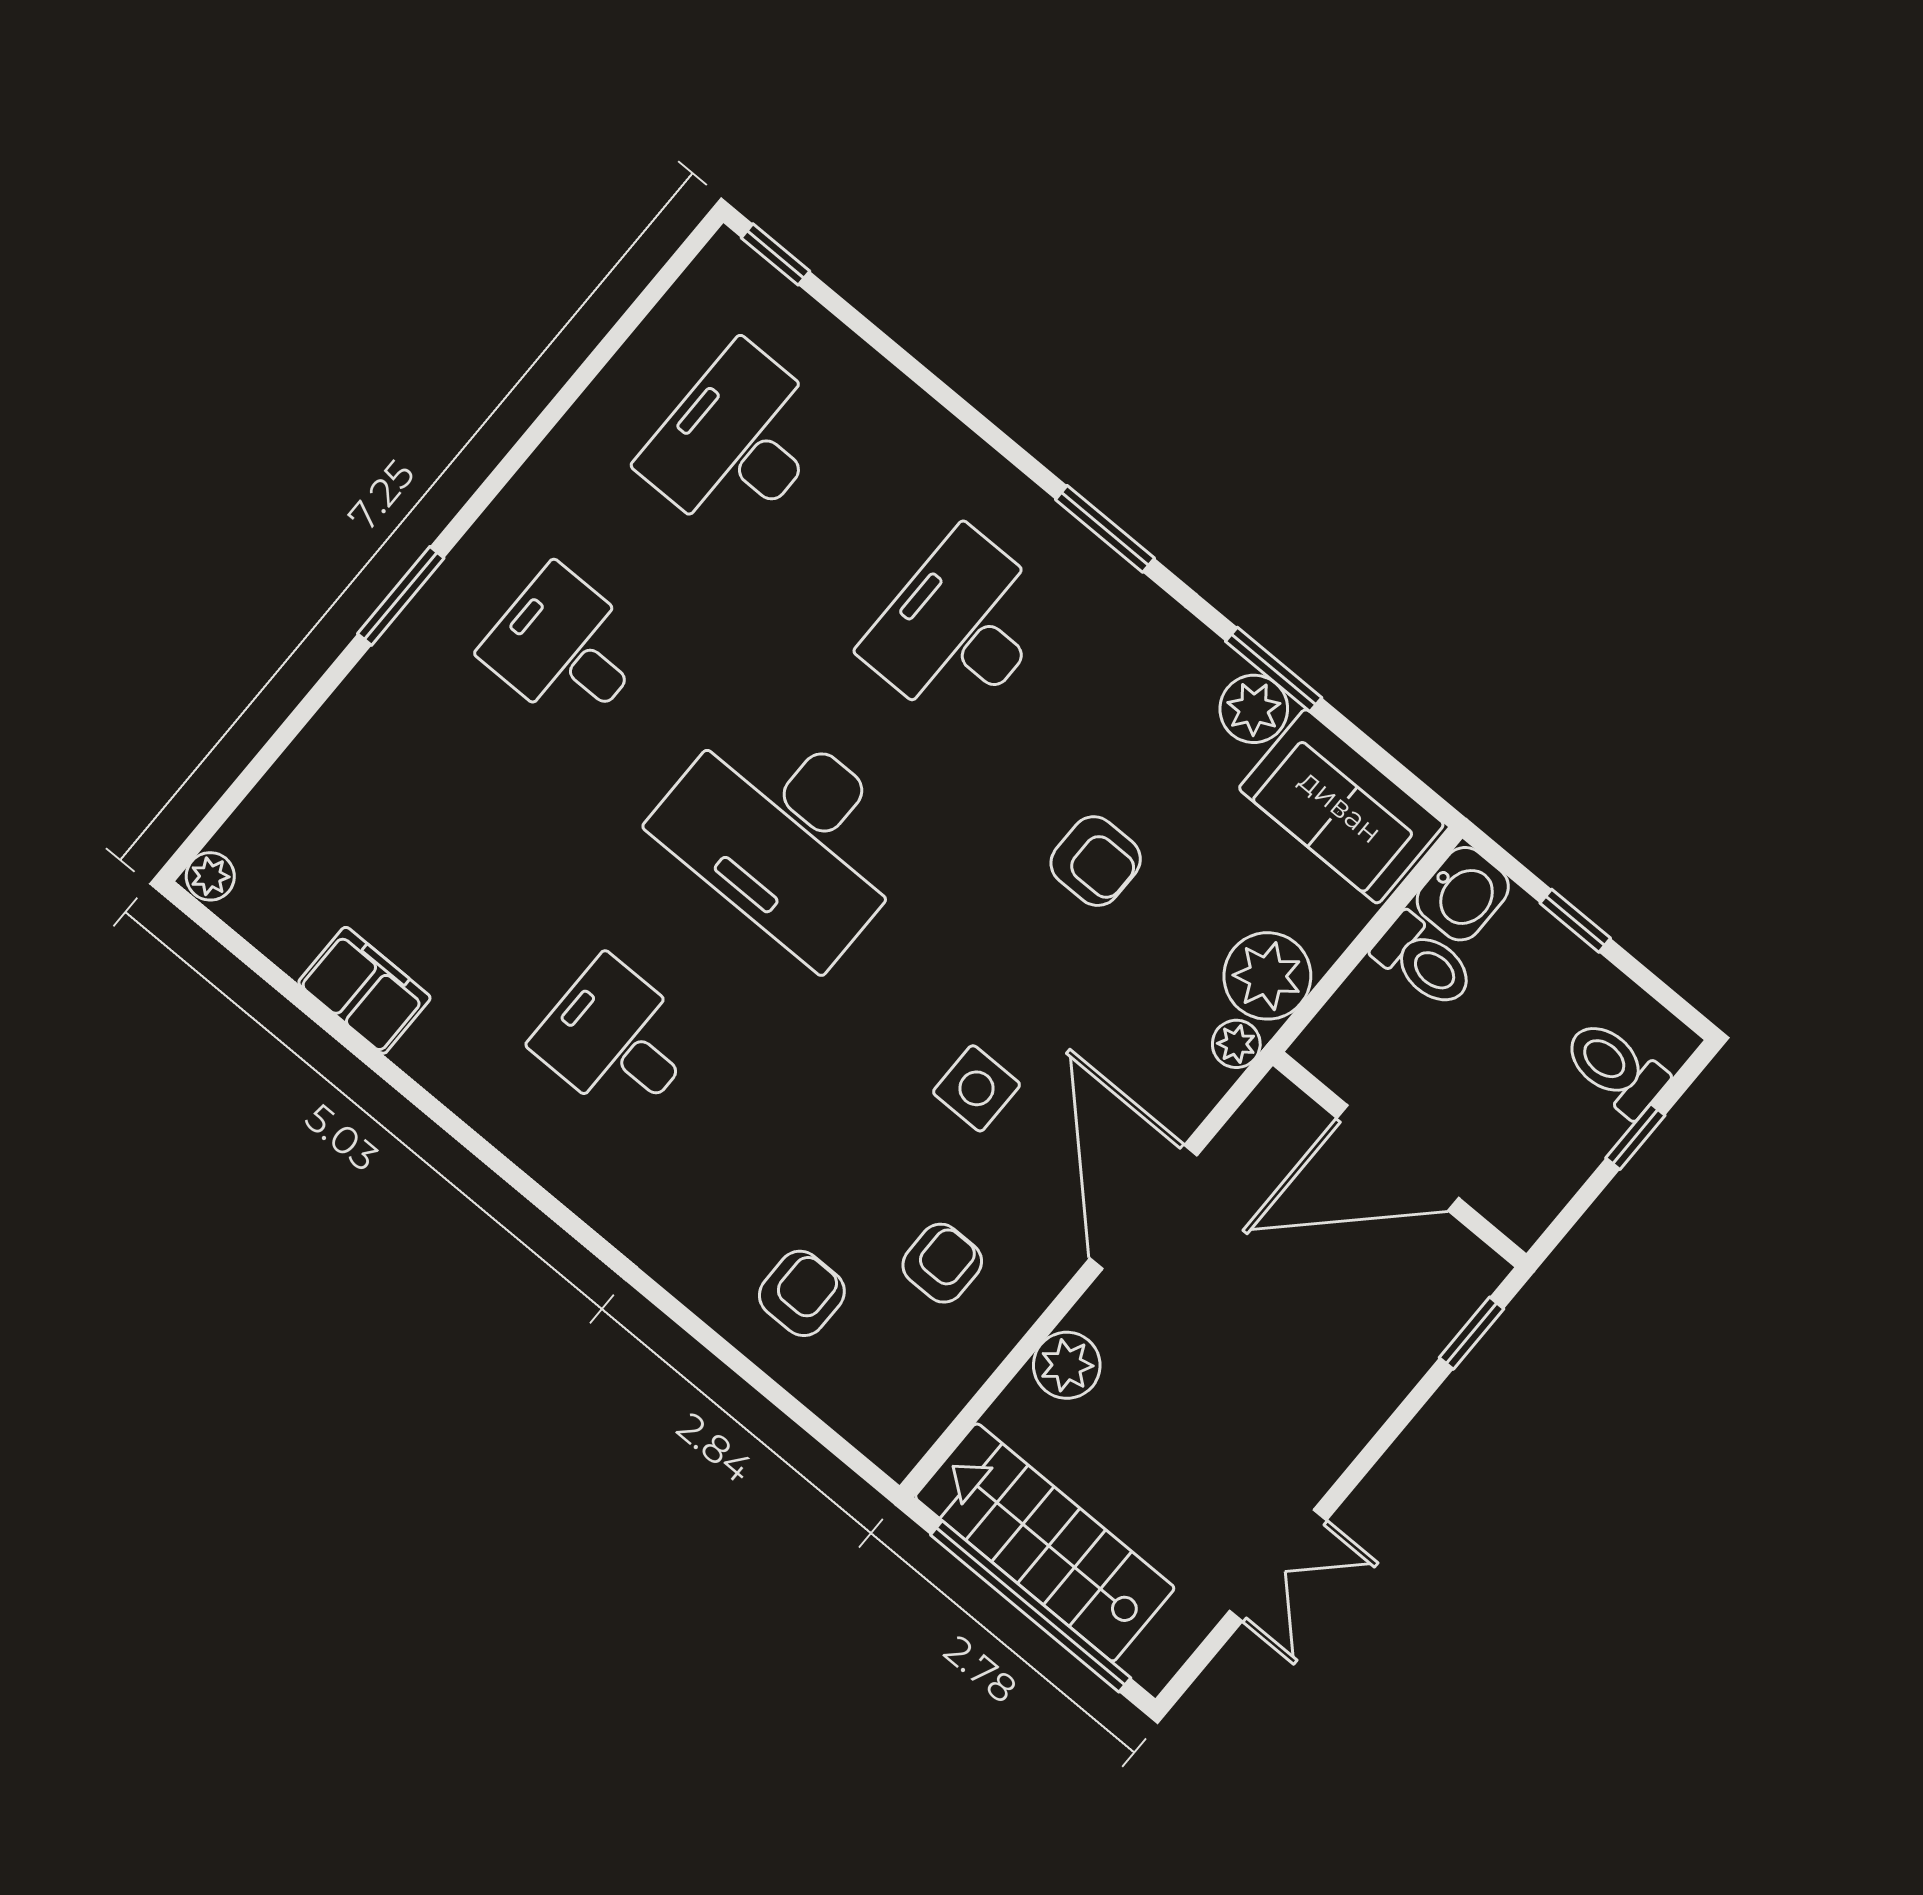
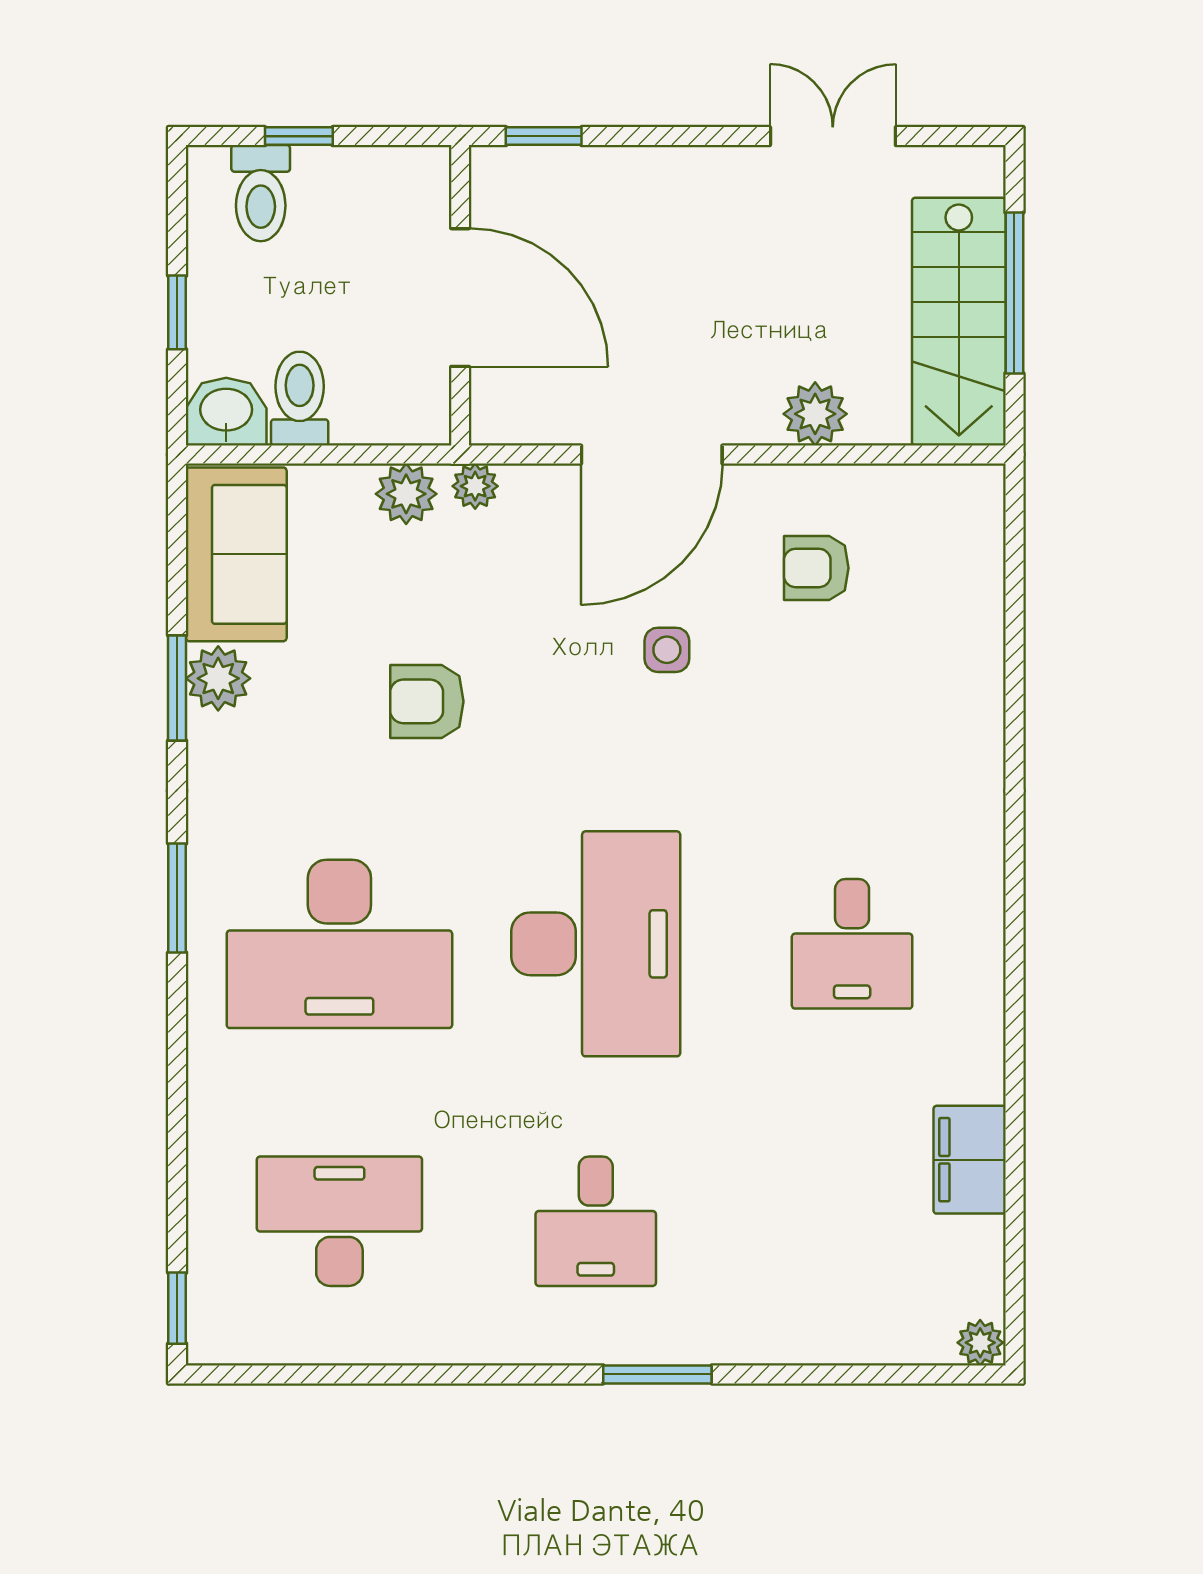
desk: (737, 443) -> (339, 1221), turned 180
desk: (959, 629) -> (339, 944), width x1.36, depth x1.30
armchair: (1096, 861) -> (427, 701), turned -90
plant: (1267, 976) -> (406, 494), width x0.73, depth x0.73
side table: (977, 1088) -> (667, 650), width x0.73, depth x0.73
armchair: (802, 1293) -> (924, 653), removed
window: (1031, 1606) -> (1014, 293), width x0.68

